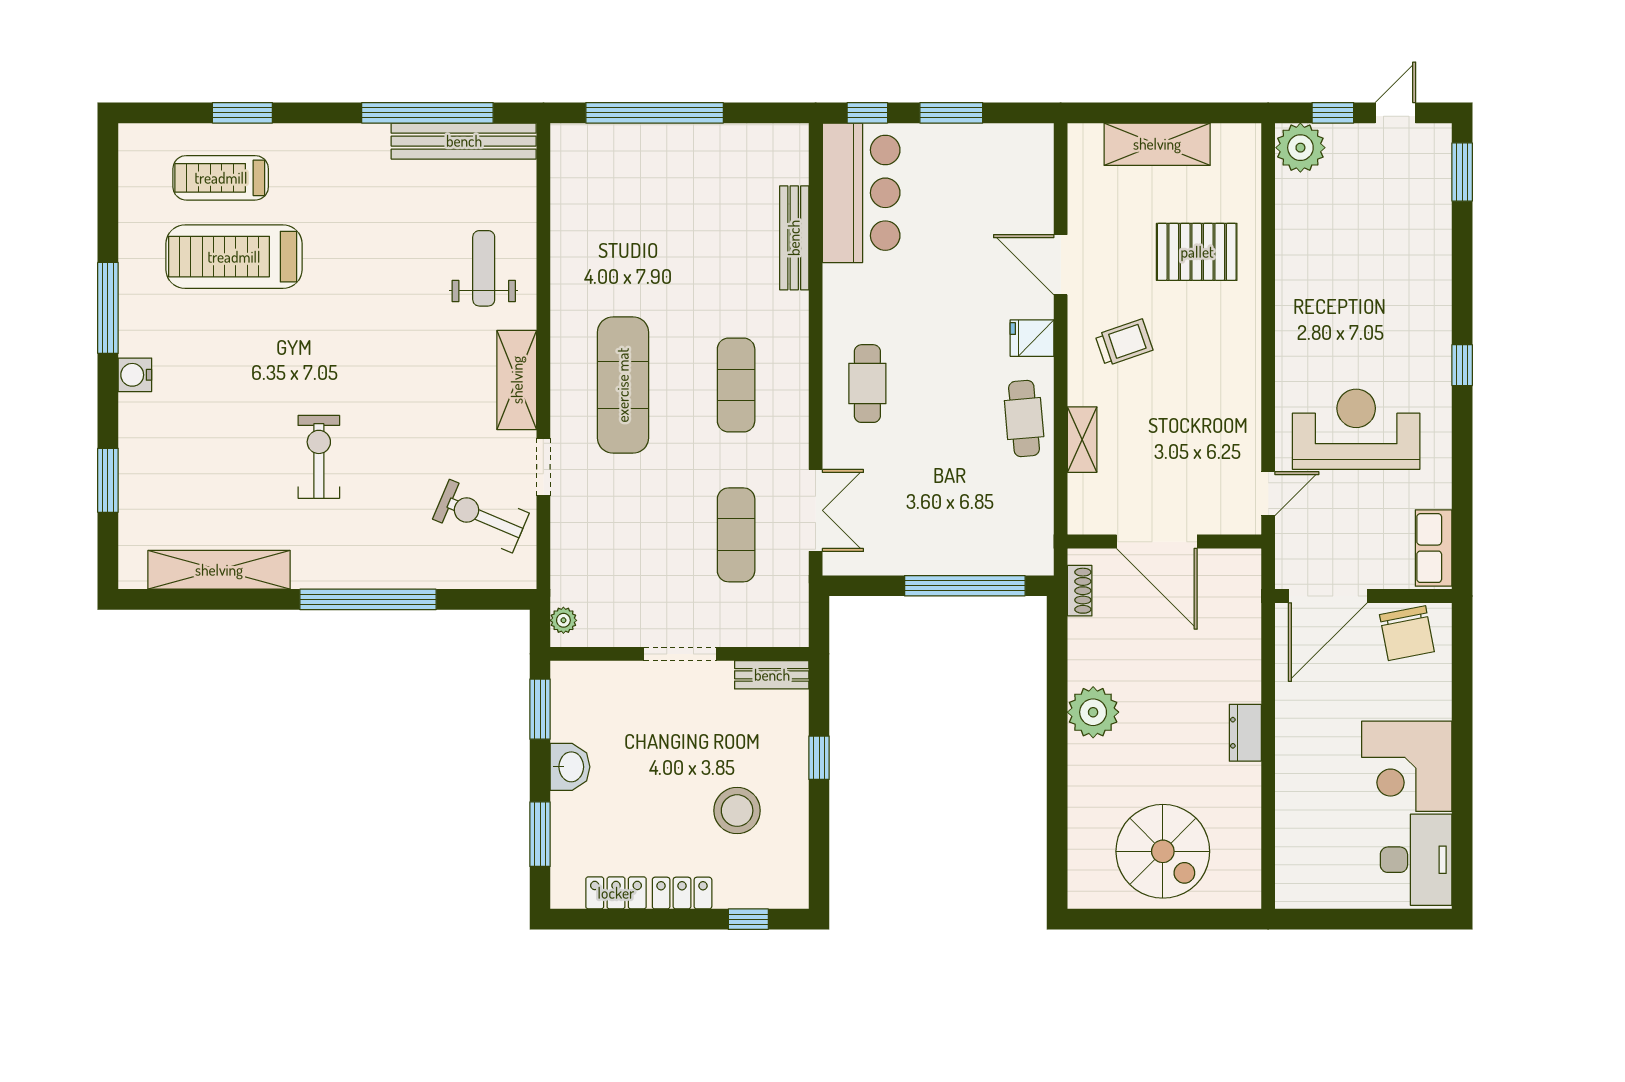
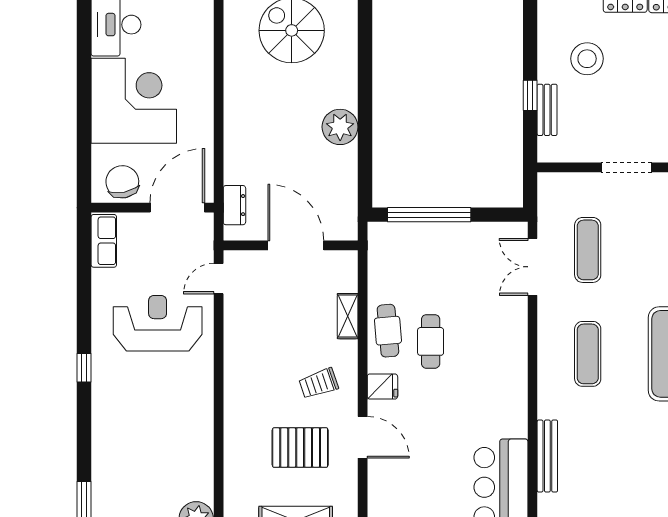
pallet: (1197, 252) -> (300, 448), moved
cafe table: (867, 384) -> (431, 341), moved
reception desk: (1356, 429) -> (158, 323), turned 180
shoe rack: (1080, 591) -> (349, 211), removed
bench: (772, 675) -> (547, 110), moved, turned 90
dresser: (1245, 733) -> (234, 205), moved
corner desk: (1407, 766) -> (134, 101), width x1.36, depth x1.36

